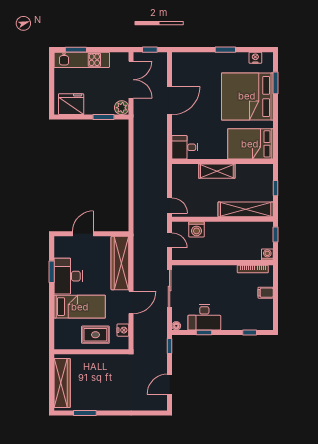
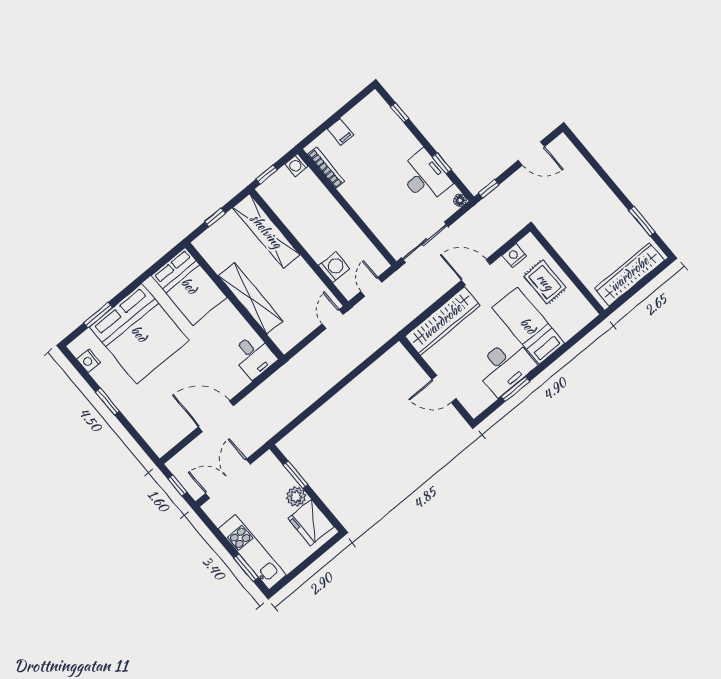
plant: (122, 108) -> (296, 497), moved
shelving: (217, 171) -> (251, 298), width x1.47

